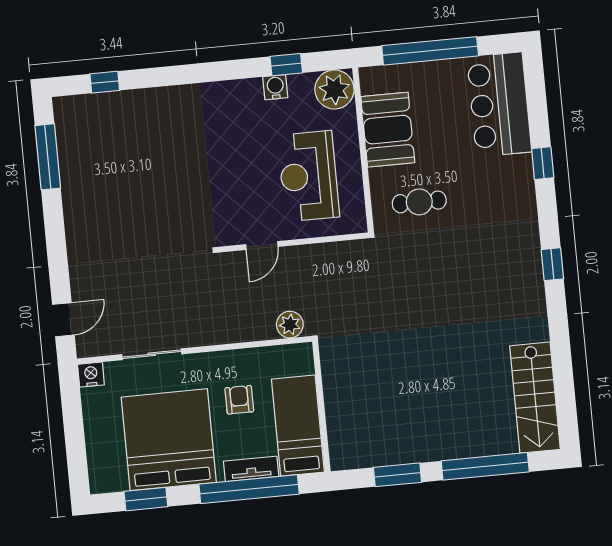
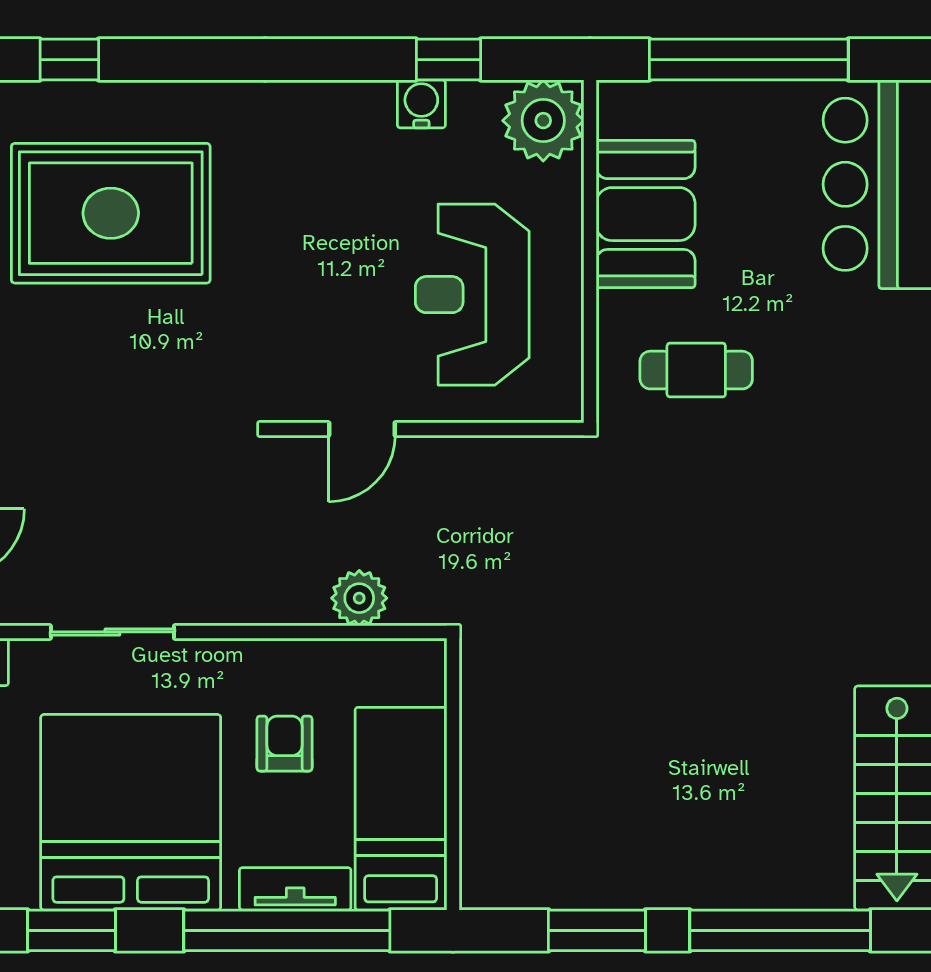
rug: (132, 154) -> (111, 213), added
plant: (290, 325) -> (359, 598), moved

